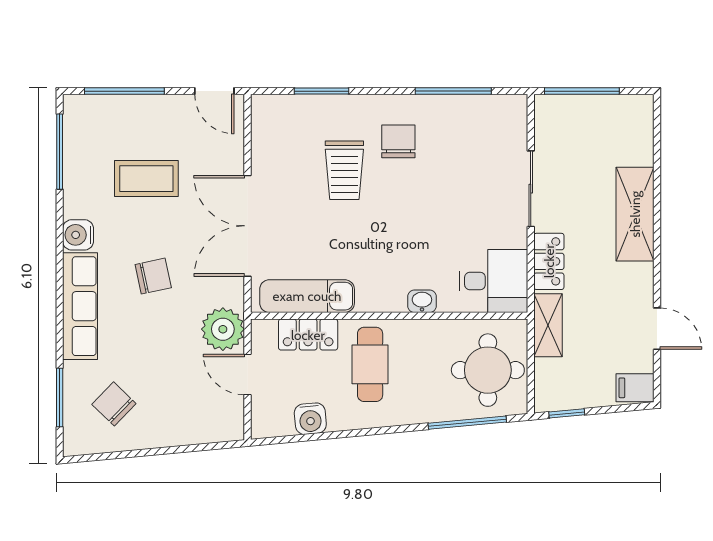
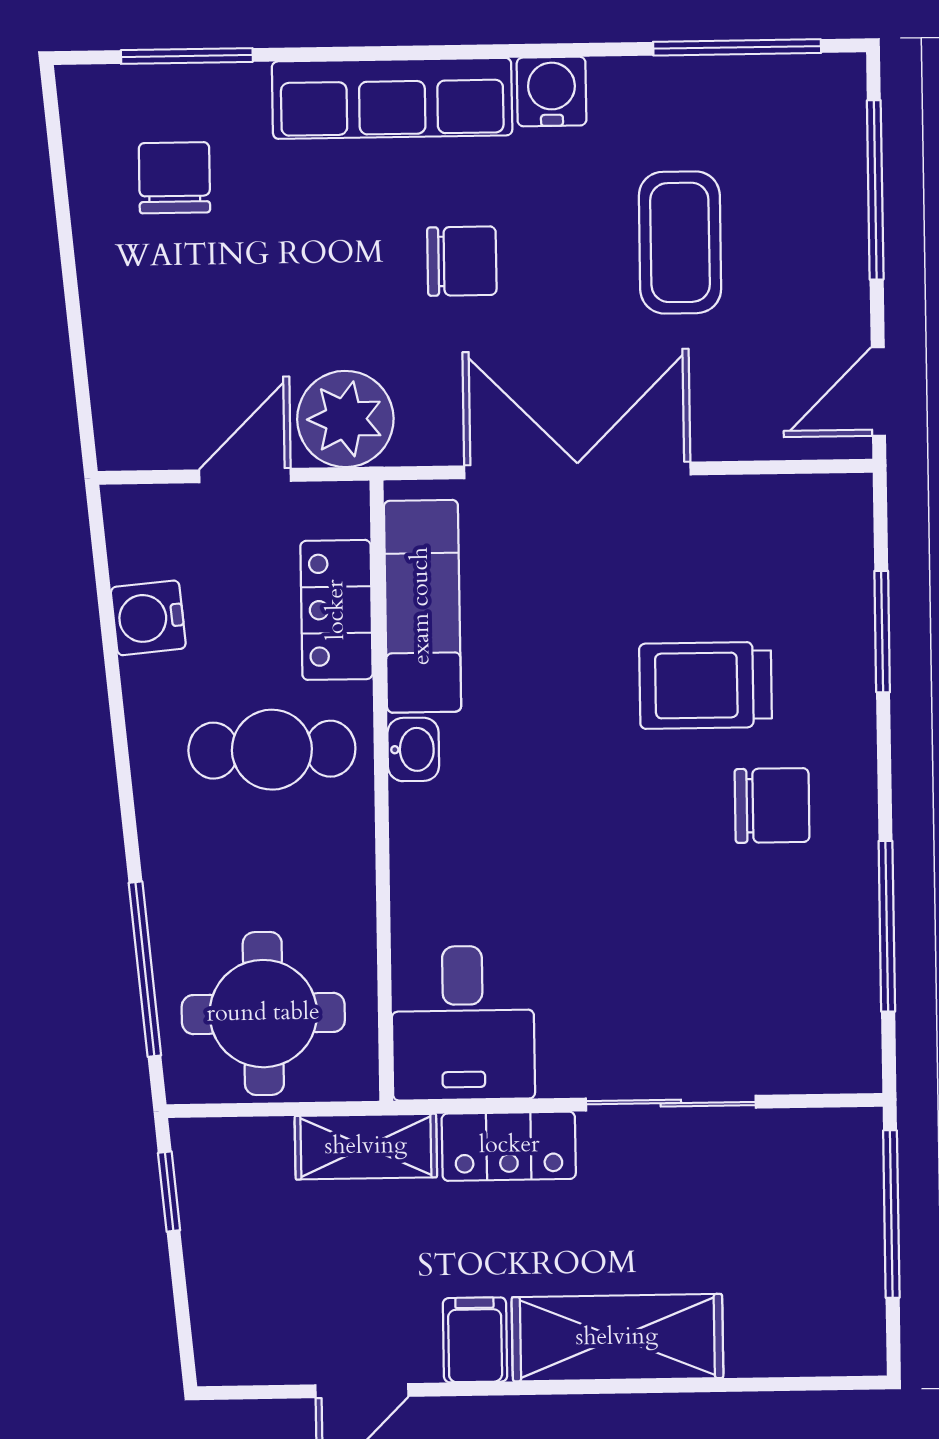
chair: (153, 276) -> (462, 261), turned -78
washbasin: (422, 301) -> (413, 749), moved
filing cabinet: (635, 388) -> (475, 1340), moved
chair: (114, 404) -> (174, 178), turned -44

